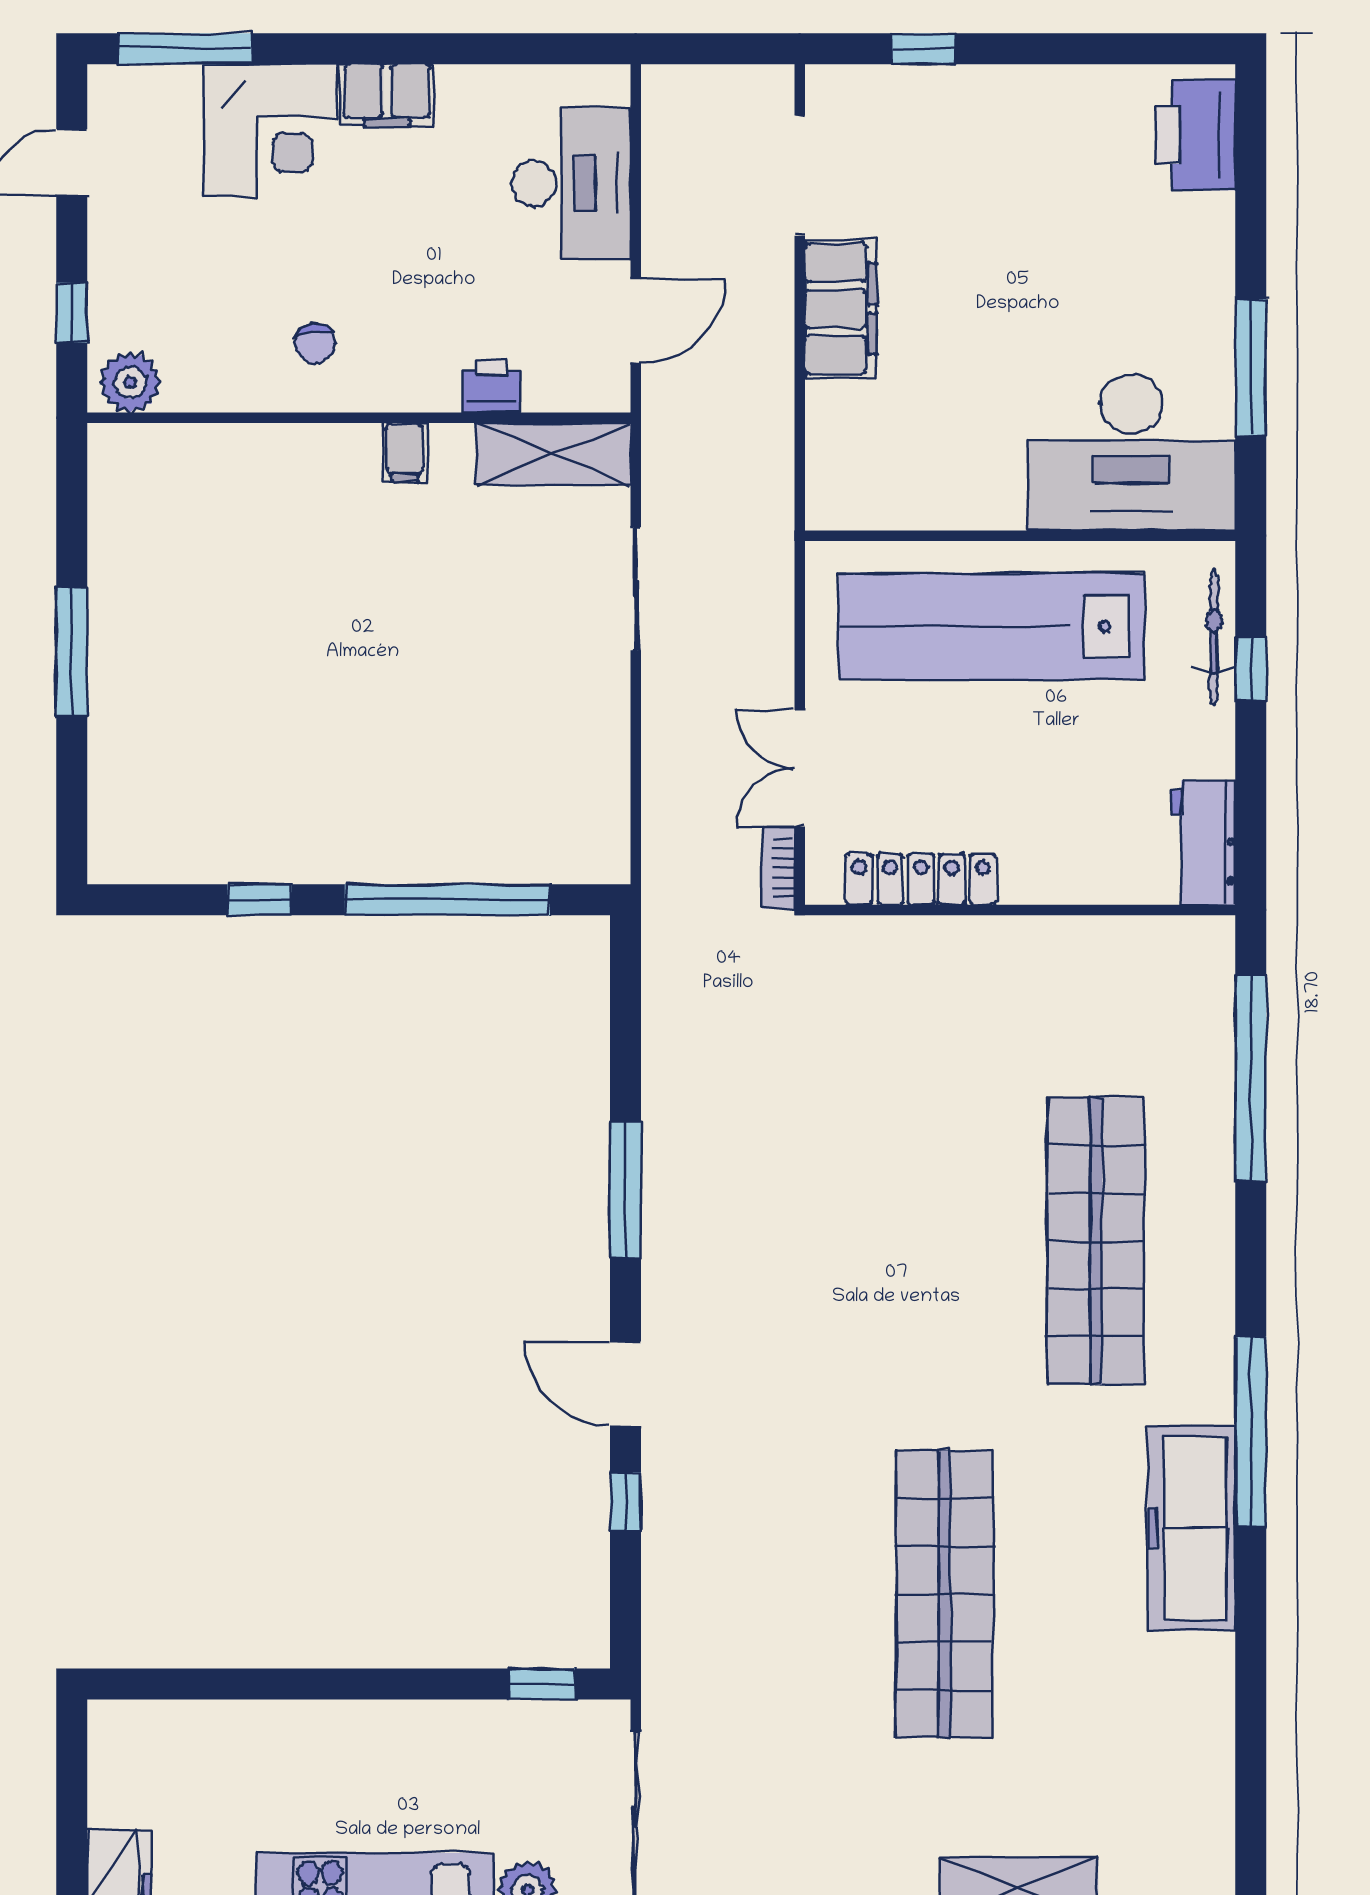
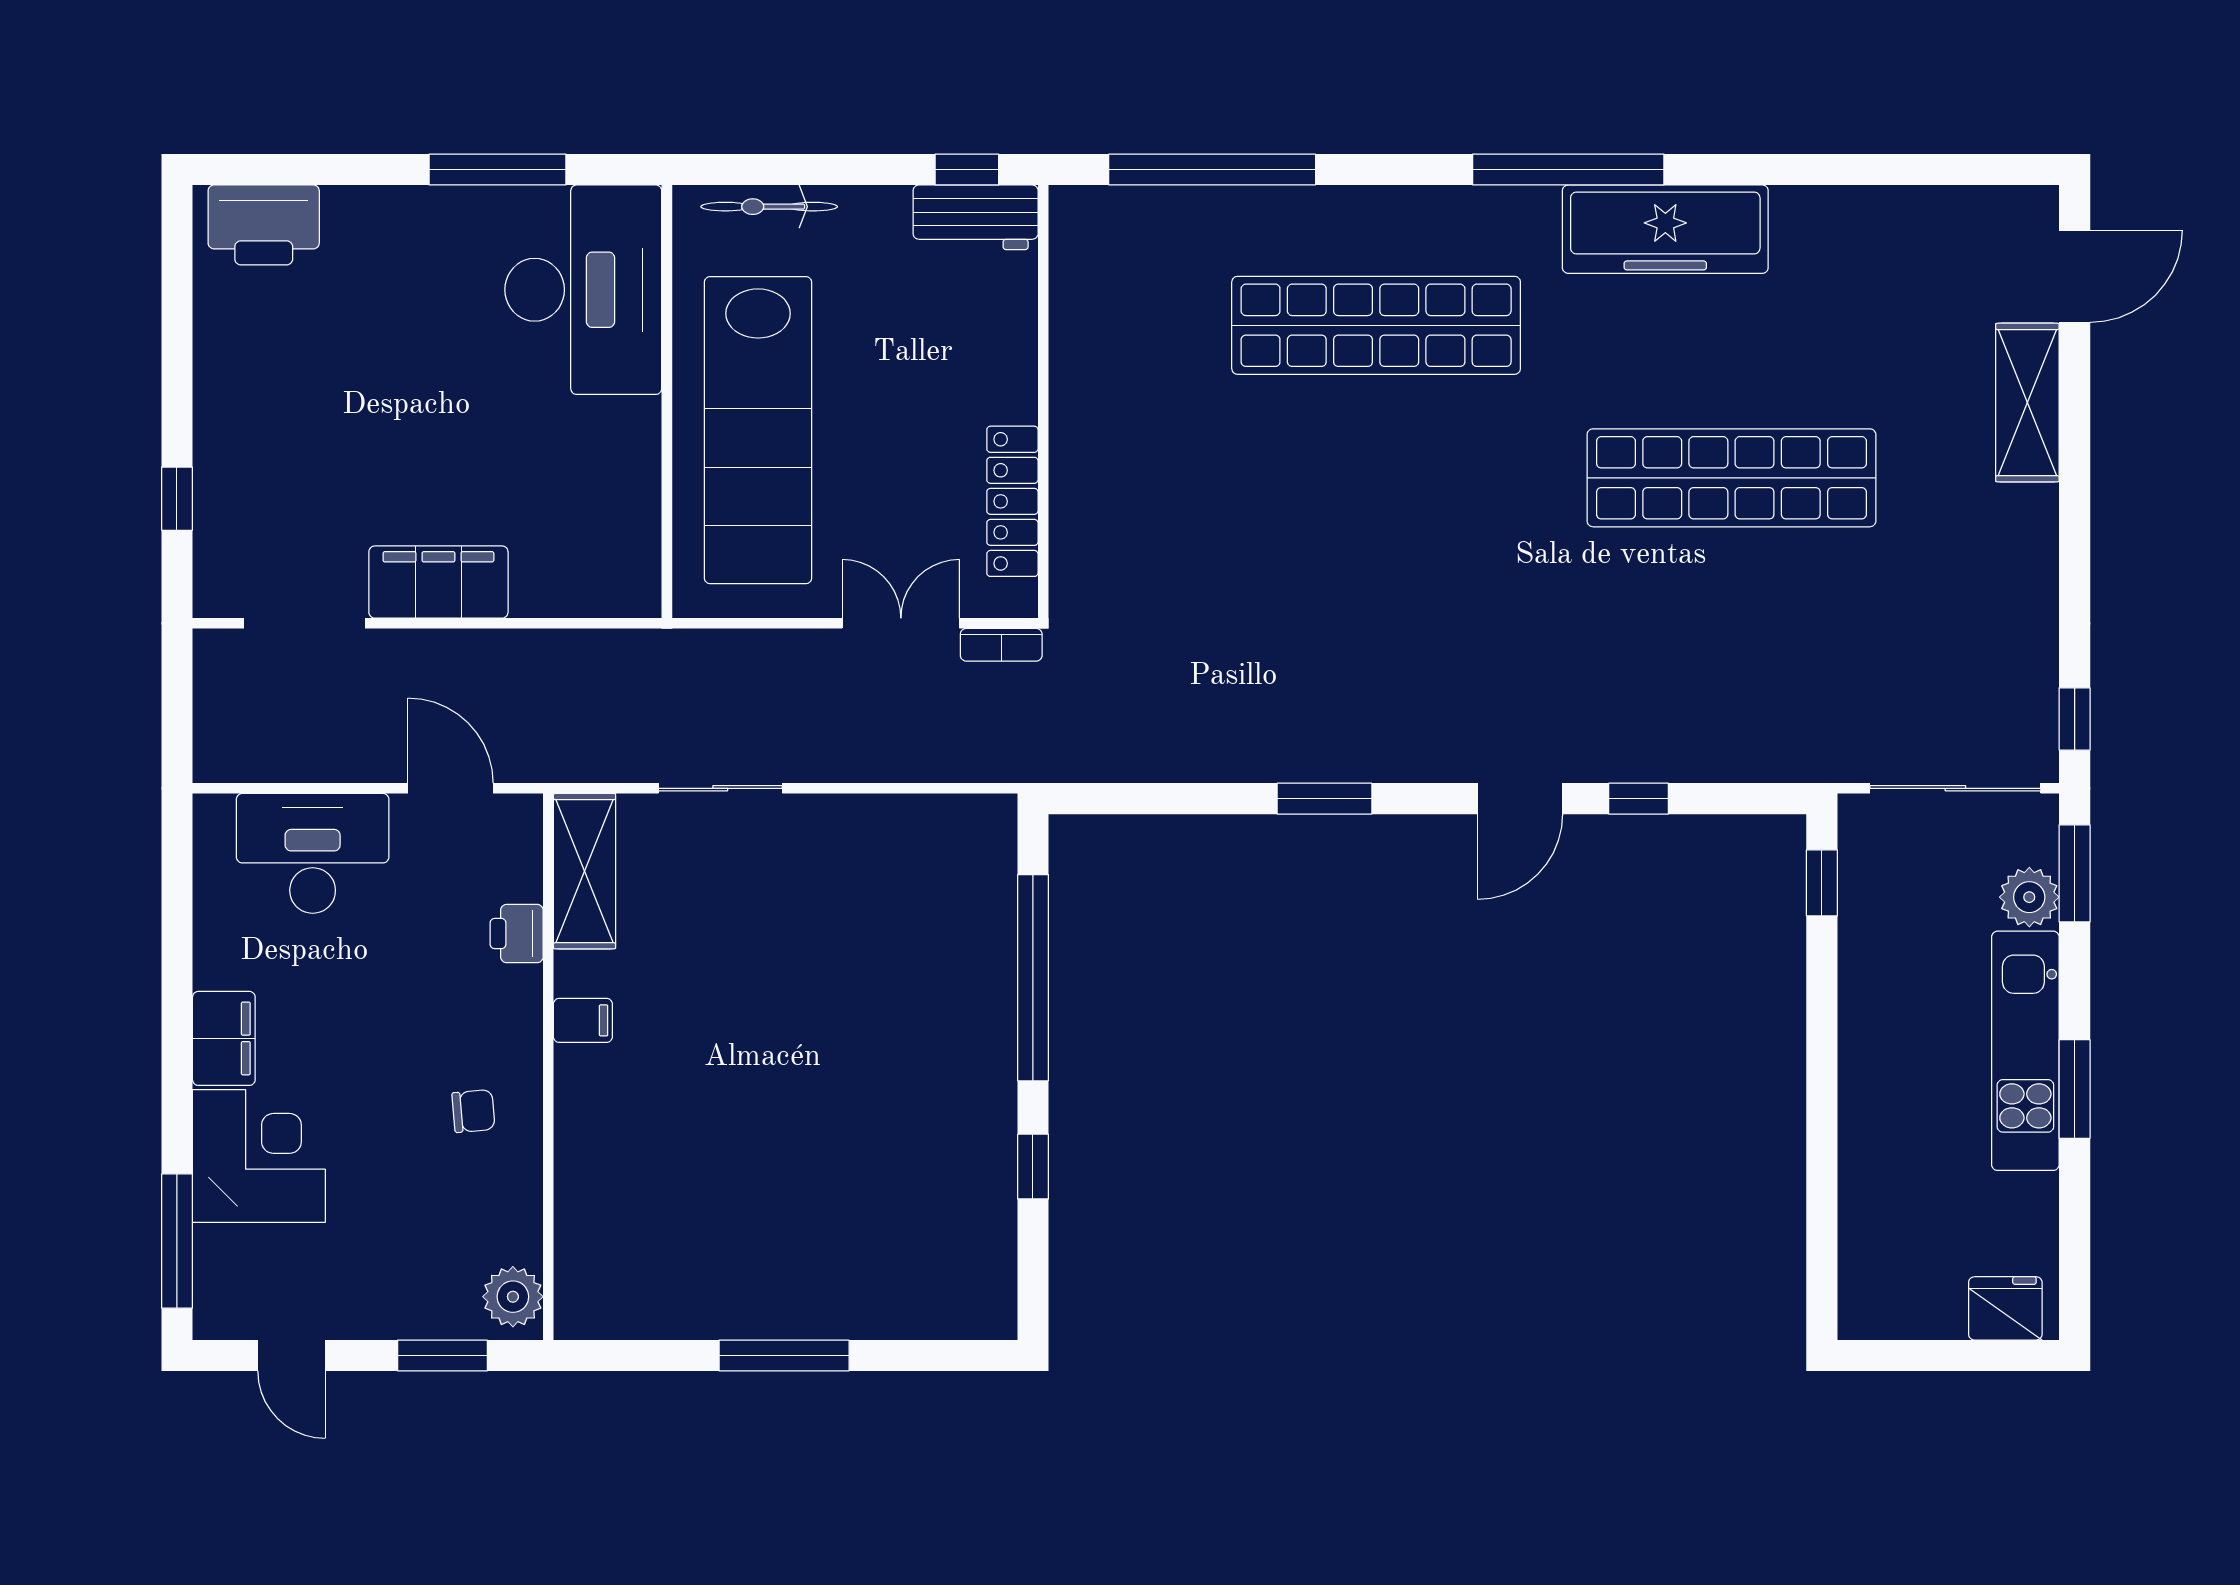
window: (72, 313) -> (442, 1355), width x1.50
window: (1251, 669) -> (967, 170), moved
double door: (800, 768) -> (901, 623), swing flipped
window: (625, 1190) -> (1324, 799), width x0.69

